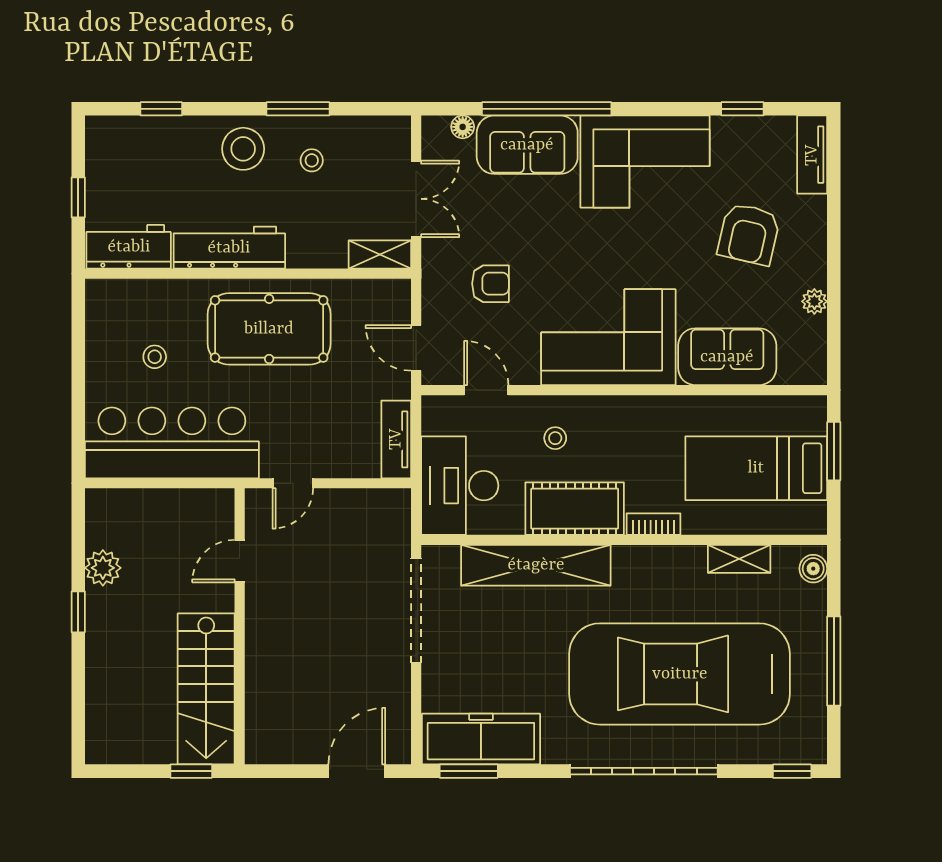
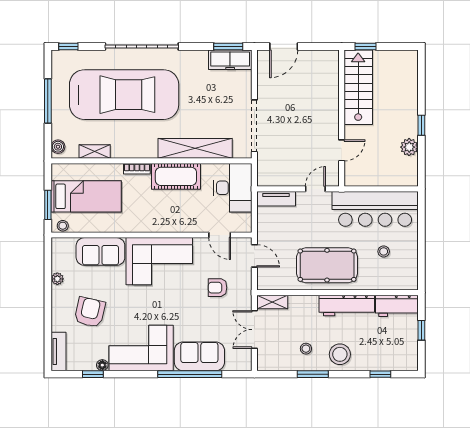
floor lamp: (463, 127) -> (102, 365), moved
stool: (555, 438) -> (63, 226), moved
tv unit: (396, 439) -> (276, 199), moved, turned 90
freezer: (481, 739) -> (230, 60), width x0.73, depth x0.79

